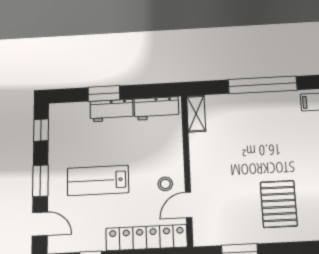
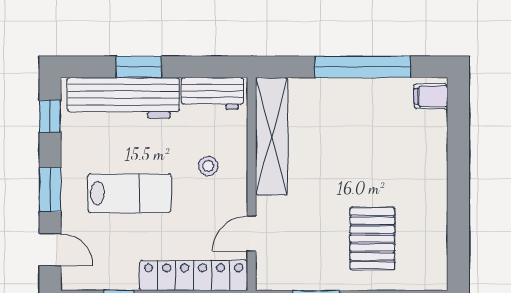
workbench: (112, 110) -> (123, 98), width x1.88, depth x1.32
shelving: (196, 114) -> (272, 136), width x2.20, depth x1.33
lab bench: (98, 180) -> (129, 193), turned 180
stool: (165, 184) -> (208, 166), moved

